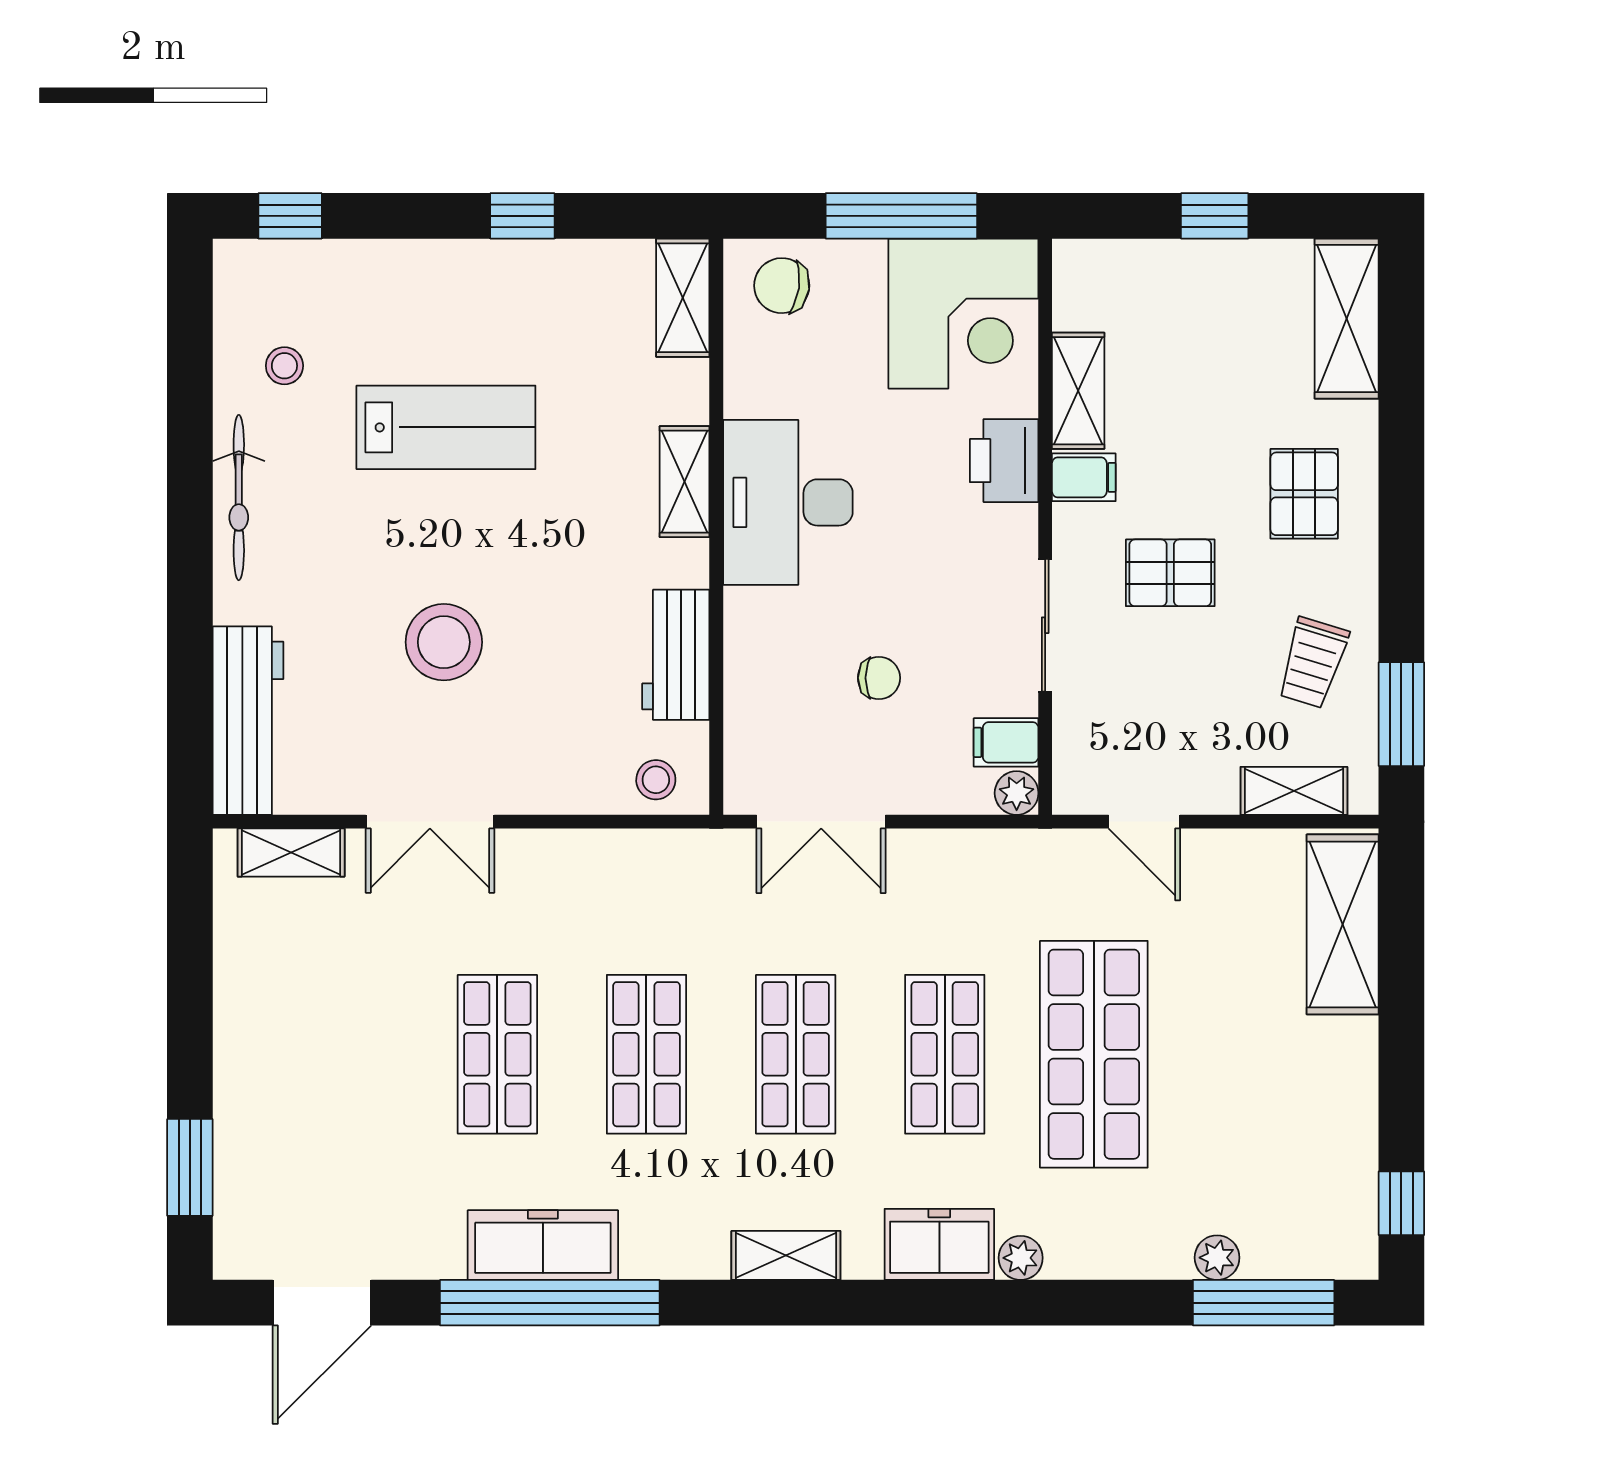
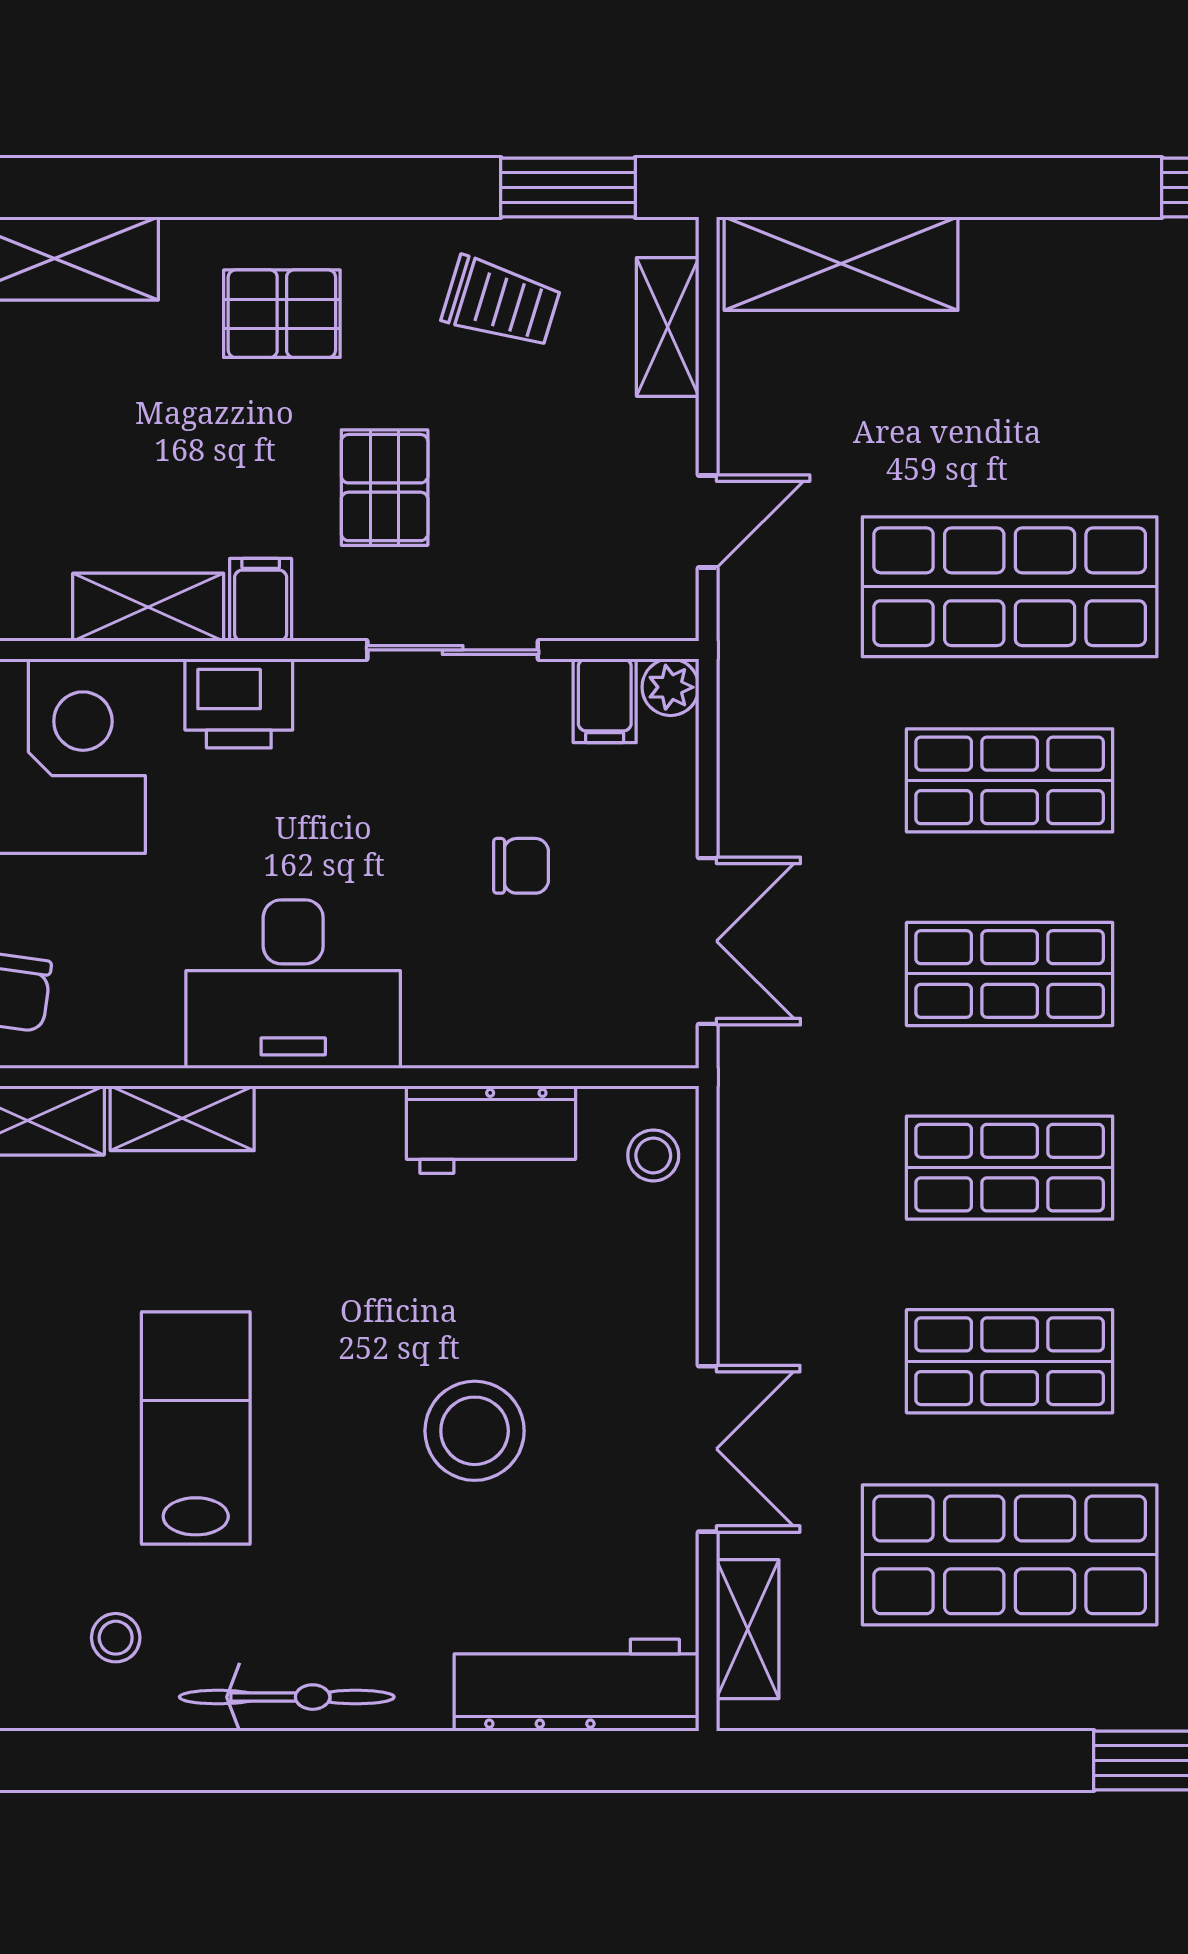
shelving: (684, 482) -> (182, 1118), moved
chair: (879, 678) -> (521, 866), turned 90
shop shelf: (348, 1054) -> (1010, 1555), added

